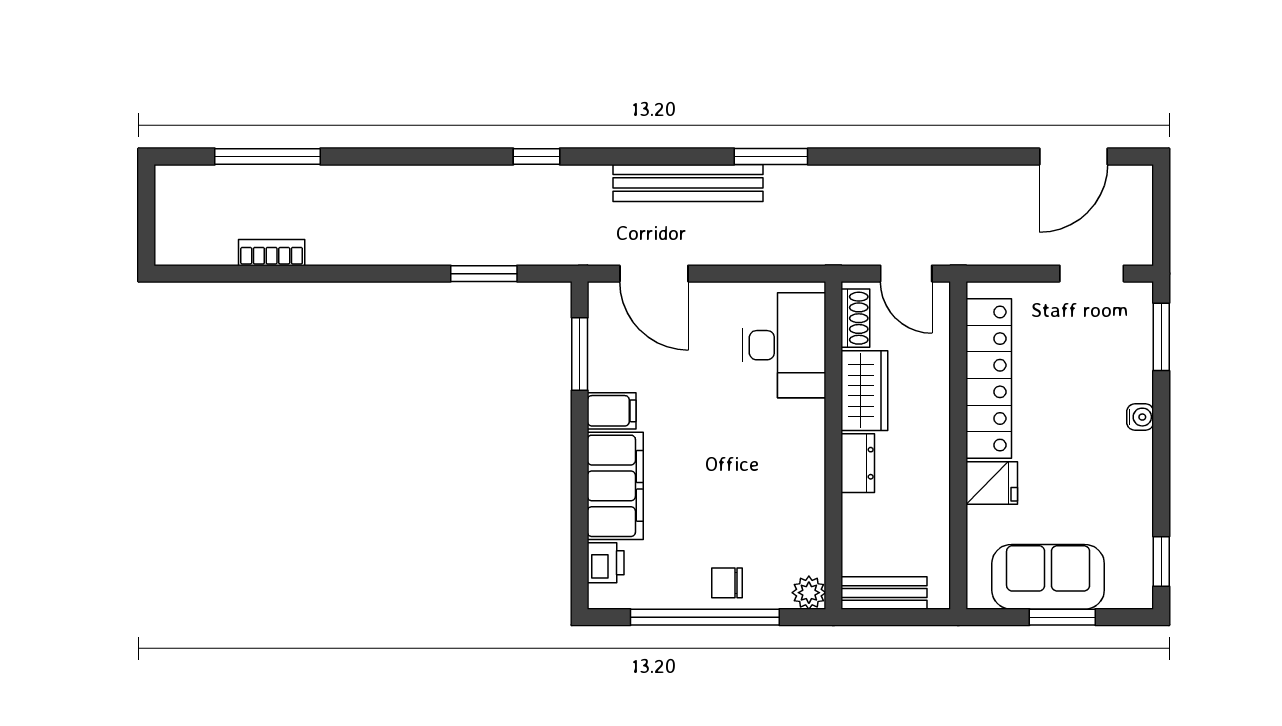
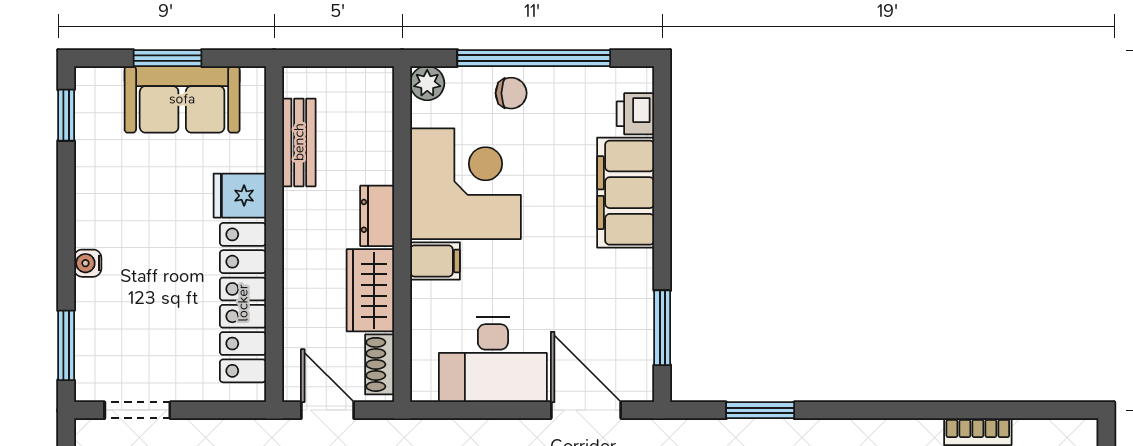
desk: (784, 345) -> (493, 360), moved, turned -90
filing cabinet: (612, 411) -> (435, 261), moved, turned 180
corner desk: (771, 495) -> (466, 184), added
bench: (884, 593) -> (299, 142), moved, turned 90

